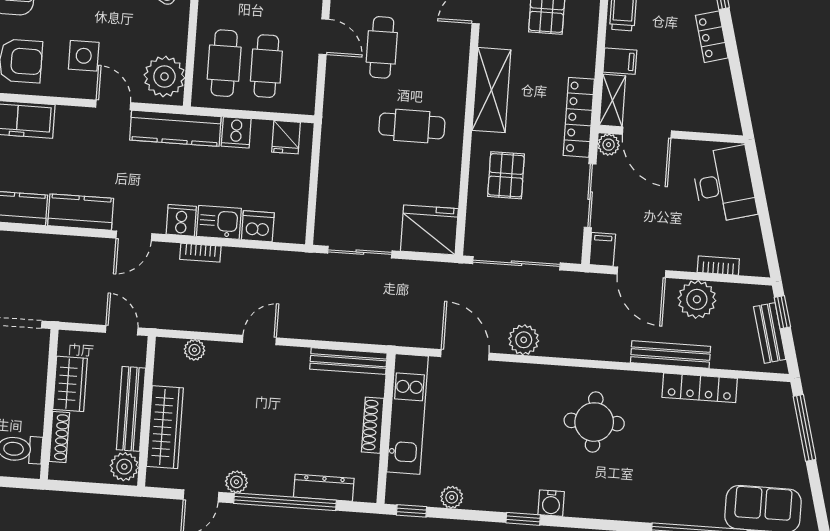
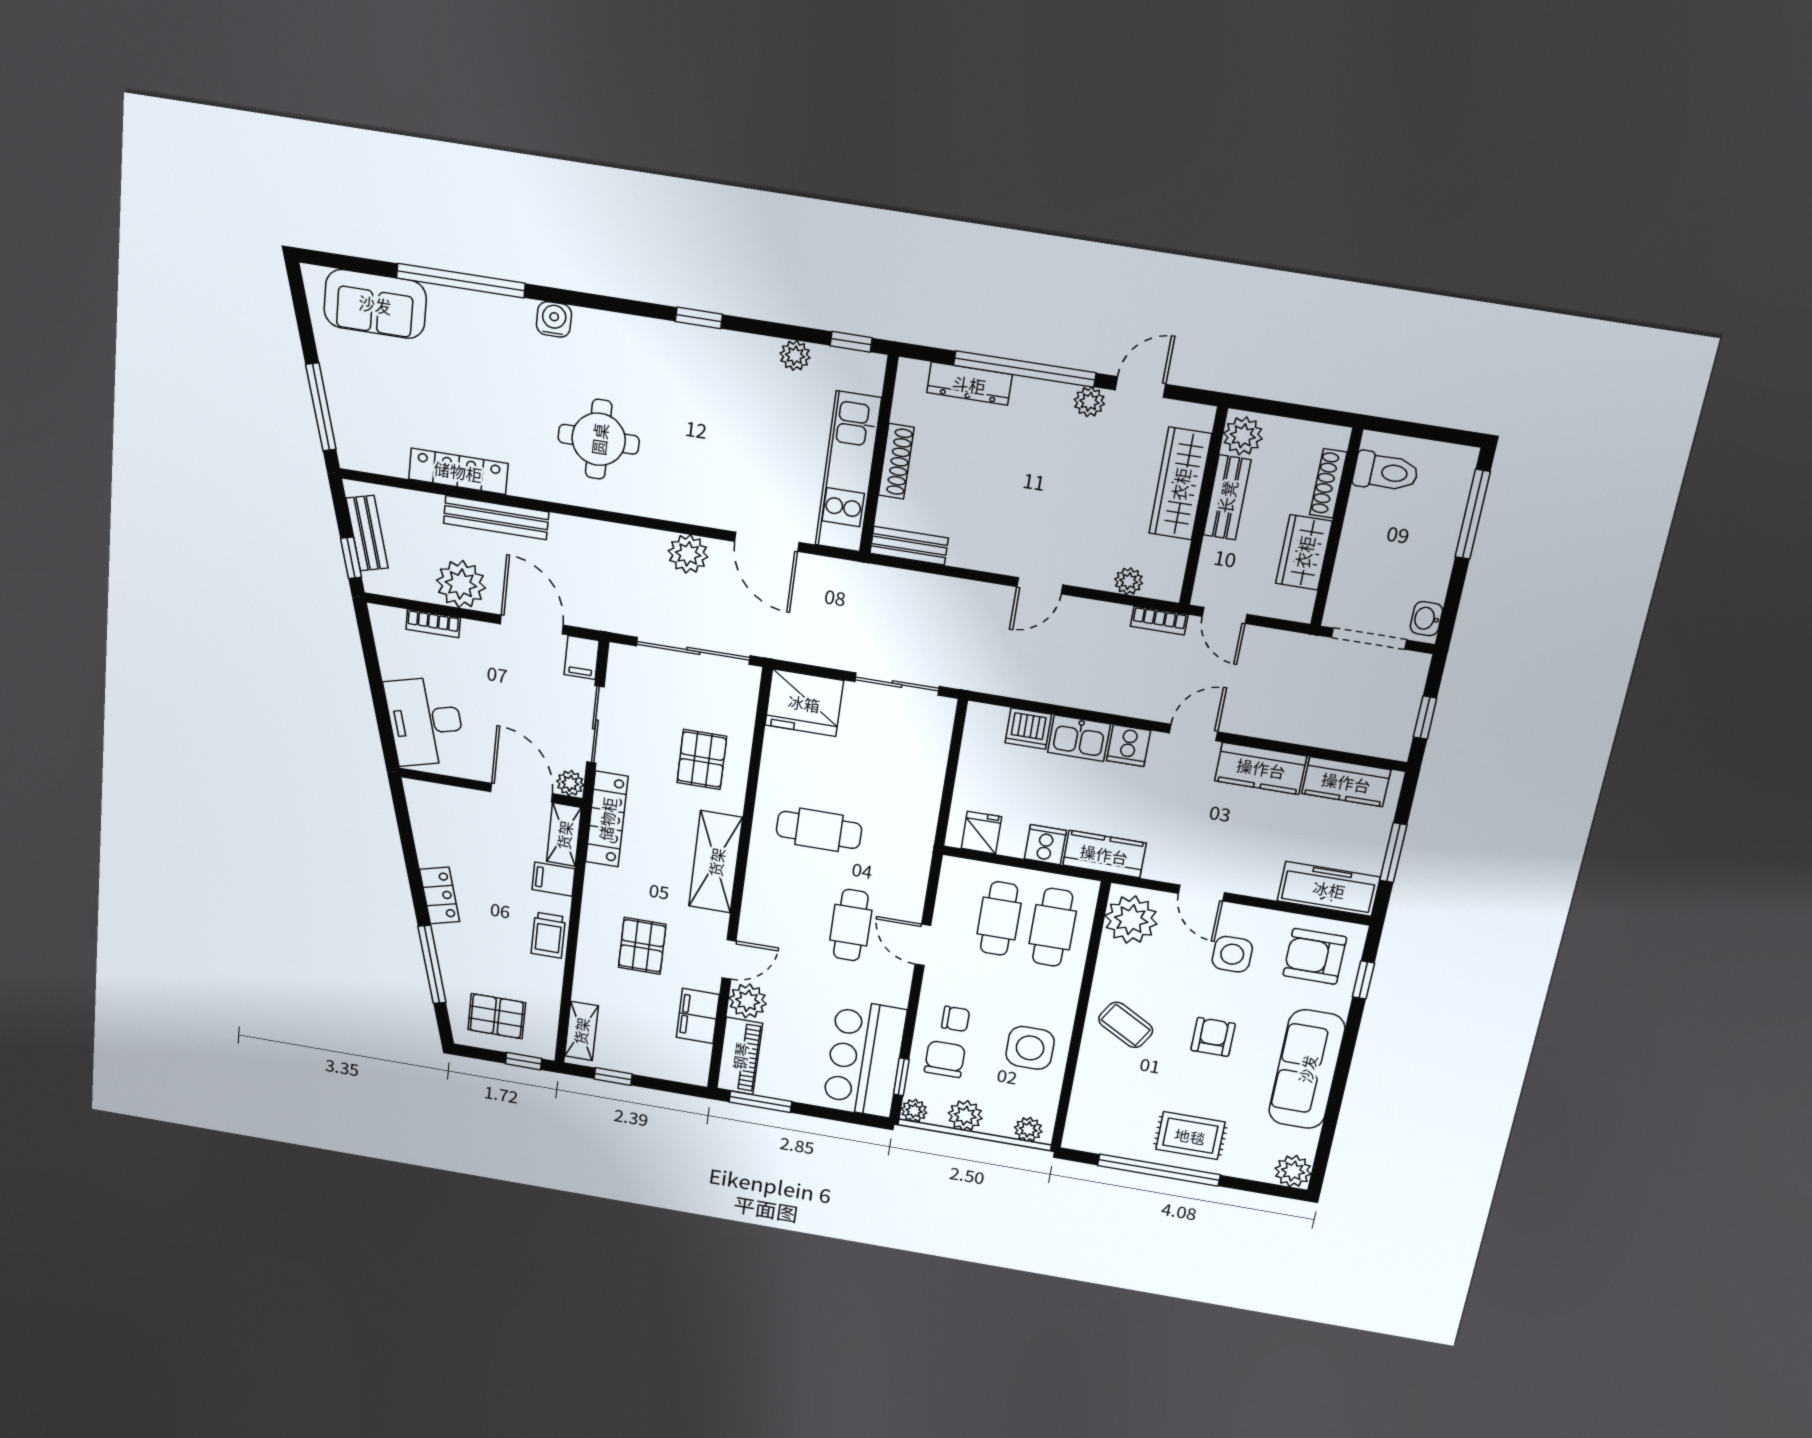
kitchen counter: (175, 128) -> (1104, 854), width x0.67
bookcase: (200, 253) -> (1159, 621), moved, turned 180
bench: (348, 361) -> (909, 546), width x0.73
bench: (131, 409) -> (1227, 497), width x0.73
water cooler: (551, 503) -> (554, 319), moved

